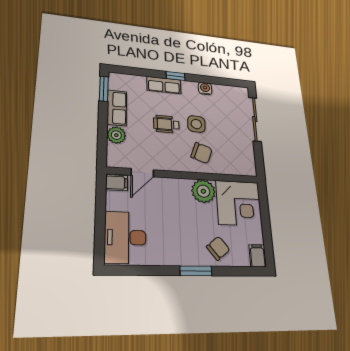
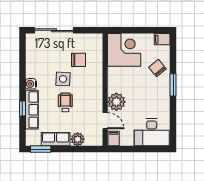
window: (176, 76) -> (22, 108), moved
row of seats: (164, 85) -> (32, 110), width x1.48
water cooler: (205, 89) -> (31, 84), moved
wheelchair: (166, 124) -> (65, 102), turned 180
chair: (202, 153) -> (79, 60), moved, turned 70
plant: (203, 191) -> (116, 102), moved

